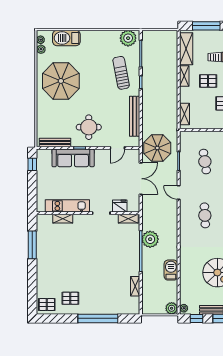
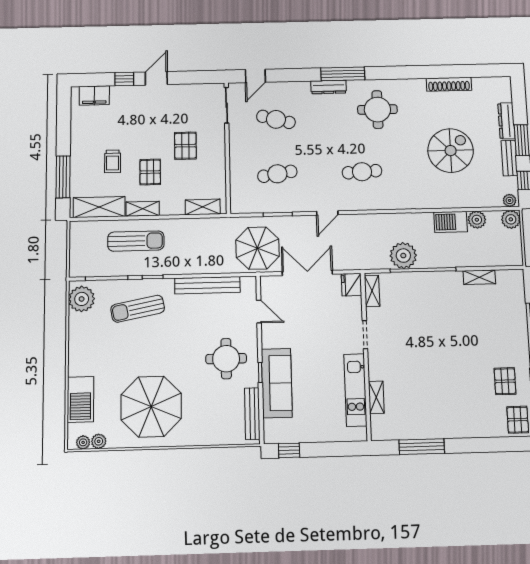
sun lounger: (164, 72) -> (136, 241), added
fridge: (120, 206) -> (352, 285), moved
plant: (172, 287) -> (477, 220), added

